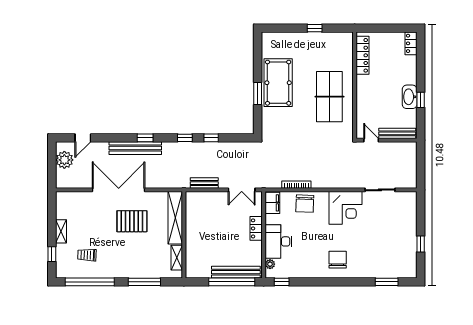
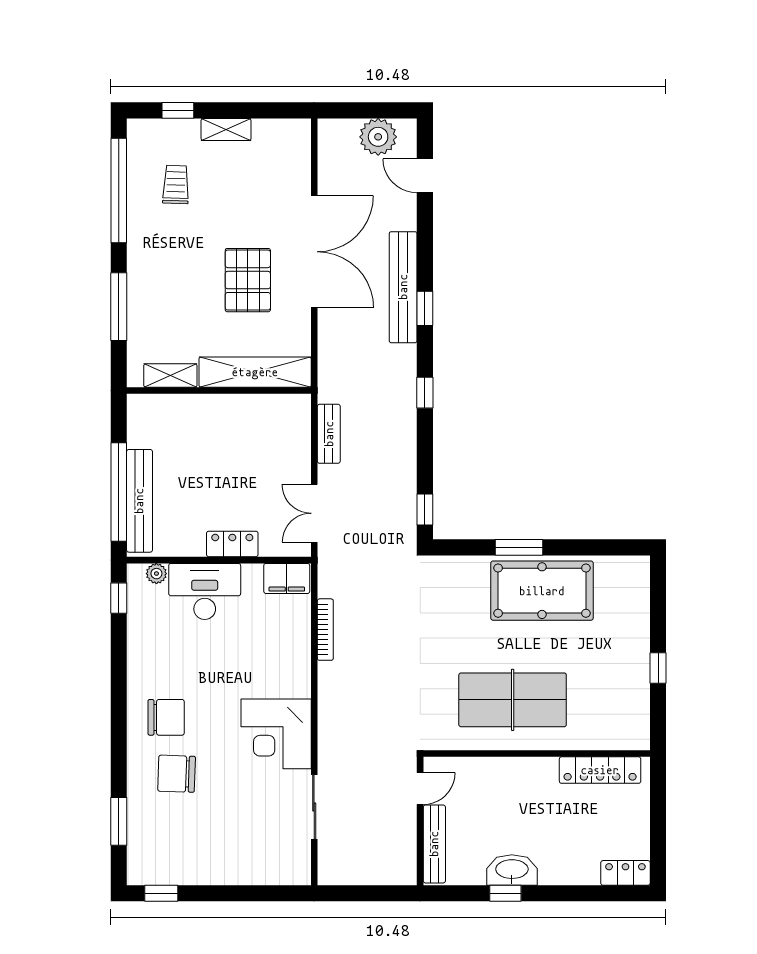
window: (211, 138) -> (425, 510), moved
chair: (305, 204) -> (177, 774), moved
window: (421, 244) -> (161, 893), moved

